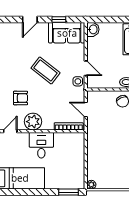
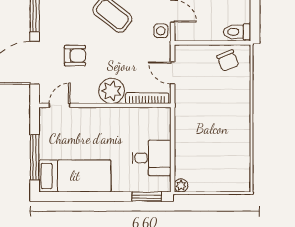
plant: (33, 122) -> (112, 91), moved
desk: (41, 145) -> (152, 158), moved, turned 90

